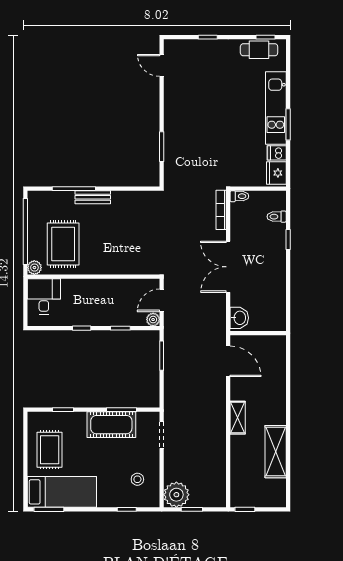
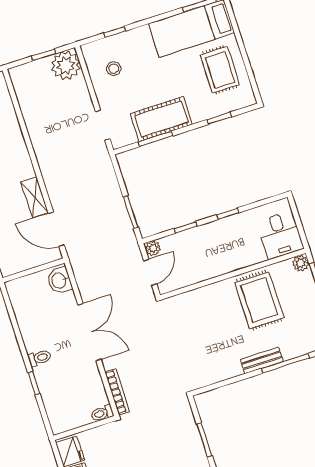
toilet: (277, 217) -> (40, 358), moved
rug: (63, 244) -> (259, 300), moved
shelving: (238, 418) -> (35, 197), moved

